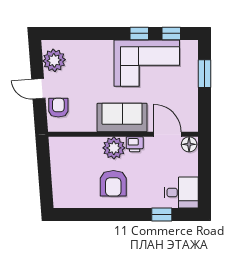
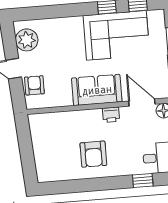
plant: (114, 148) -> (91, 120), removed

